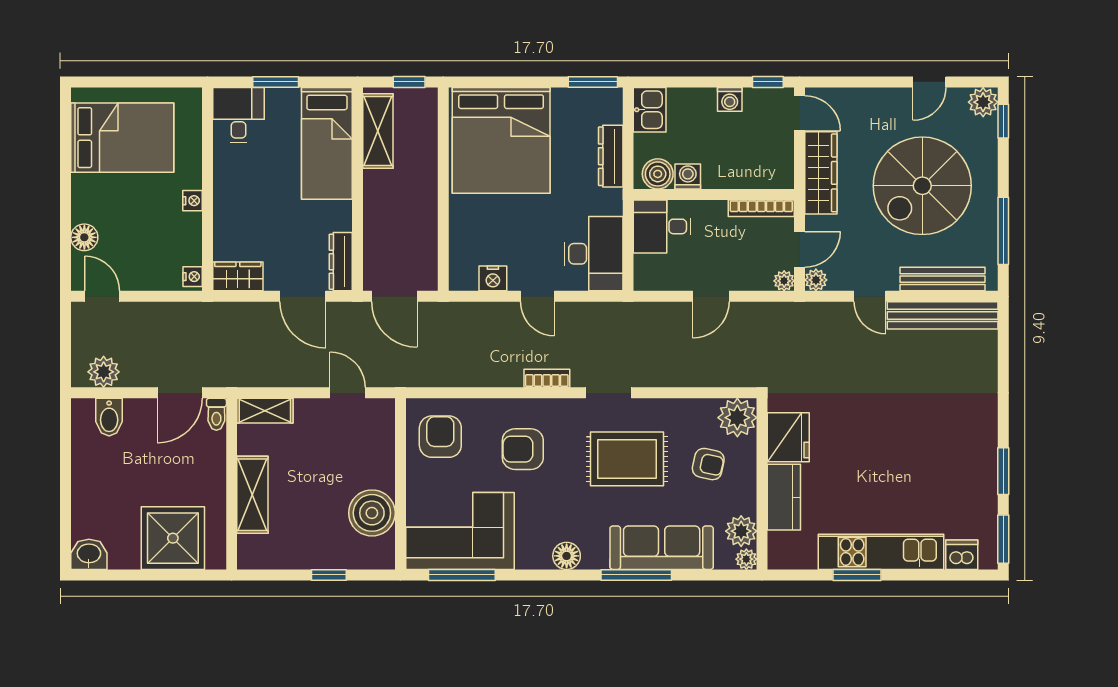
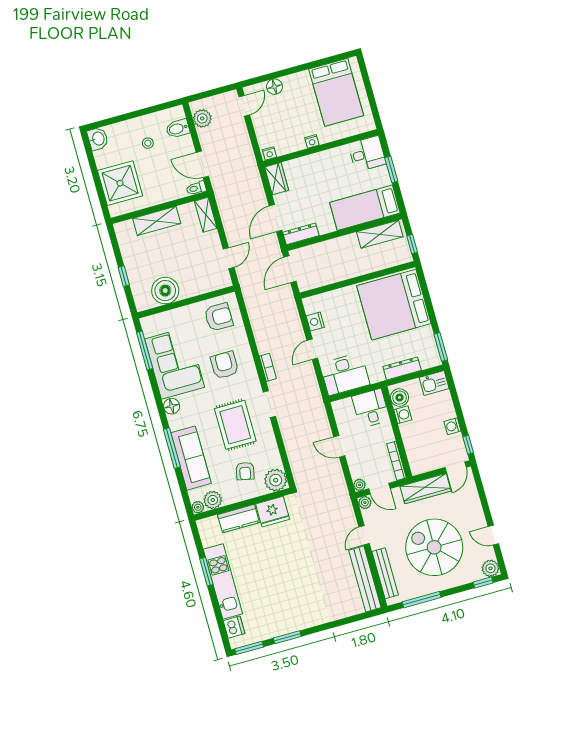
stool: (119, 473) -> (148, 143), added
corner sofa: (460, 531) -> (175, 363), moved

